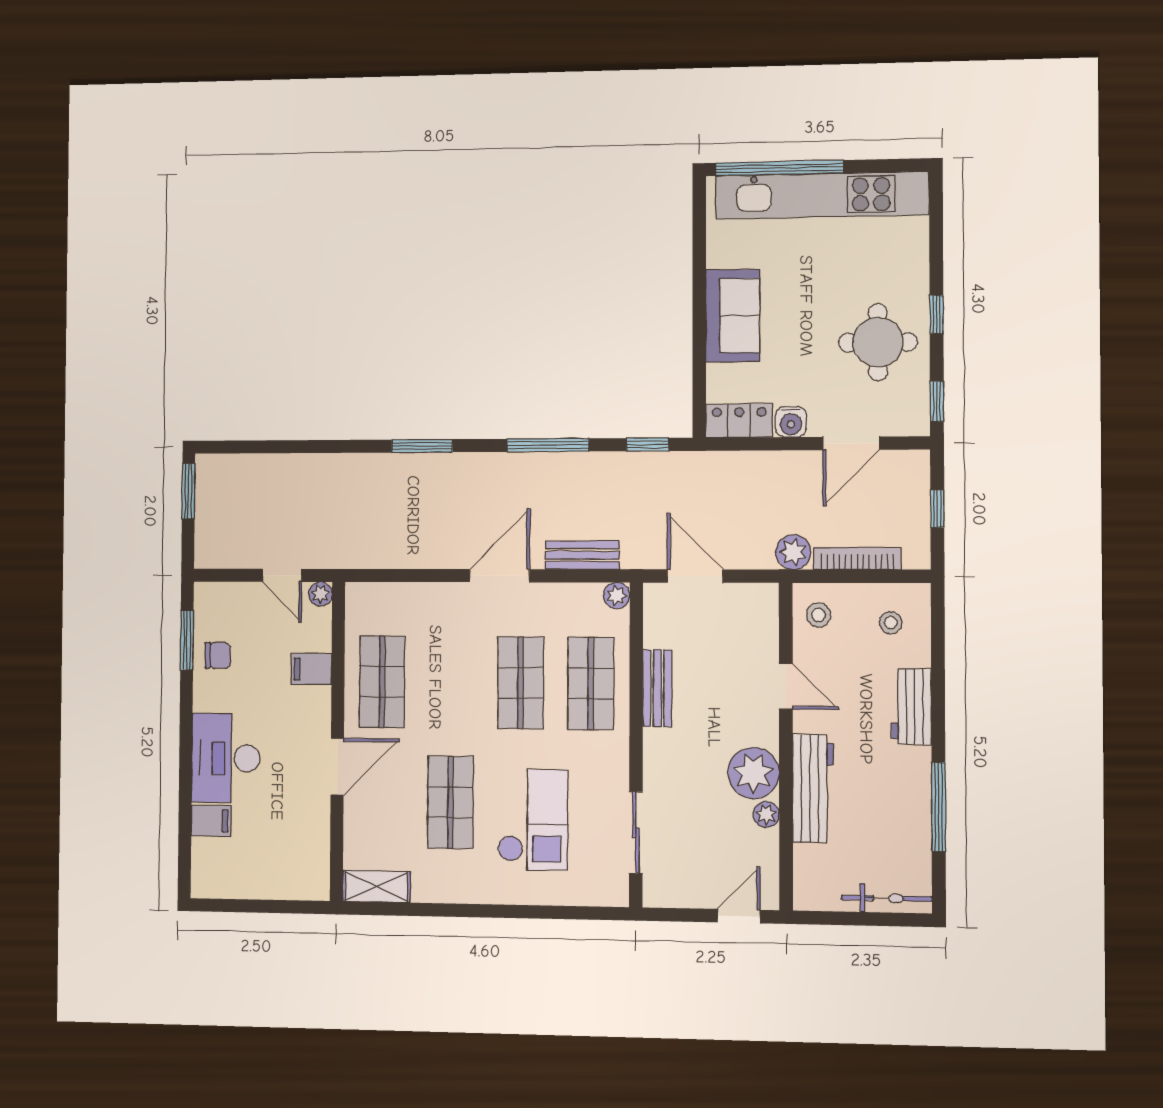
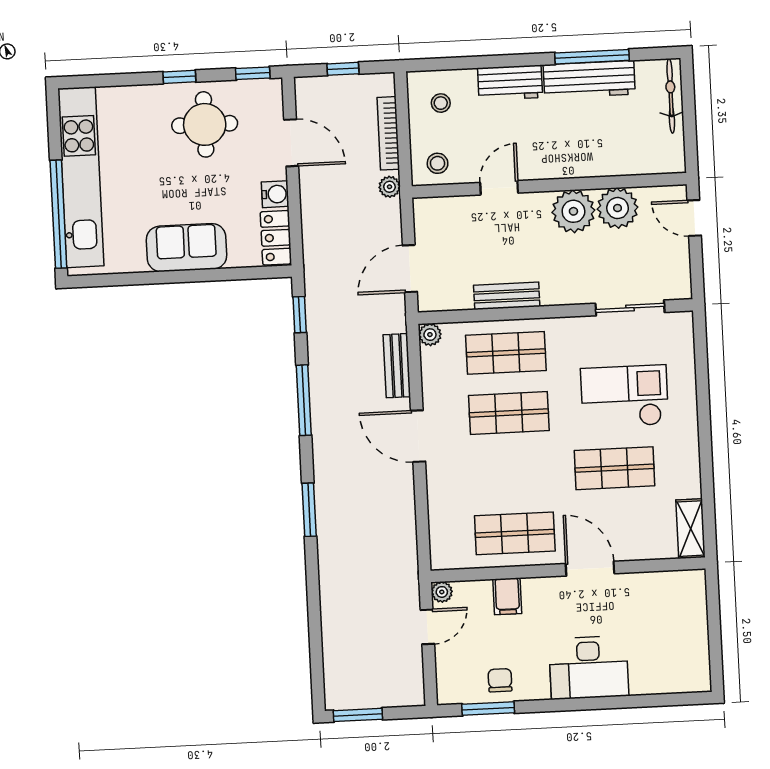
plant: (793, 552) -> (390, 187), width x0.73, depth x0.73
workbench: (813, 788) -> (589, 79), moved, turned 180
plant: (766, 814) -> (618, 208), width x1.88, depth x1.88
filing cabinet: (211, 821) -> (644, 677), removed

